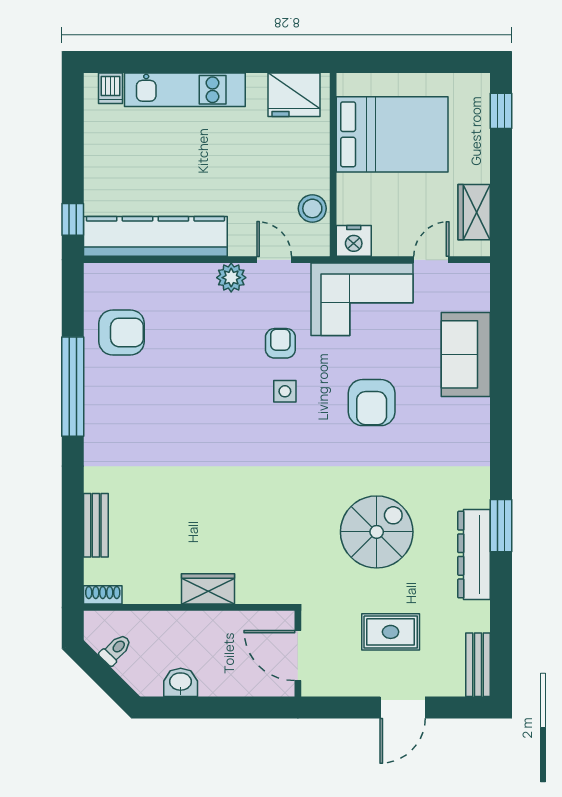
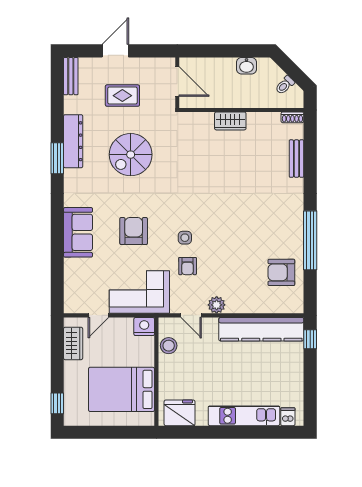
sofa: (466, 354) -> (78, 232), moved

